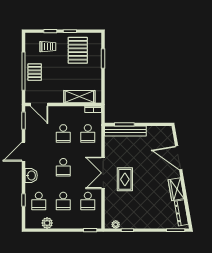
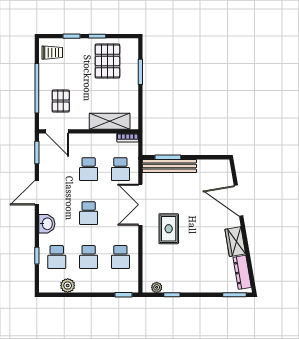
trolley: (48, 47) -> (52, 53), moved
pallet: (35, 72) -> (61, 101), moved
double door: (103, 173) -> (140, 205), moved

